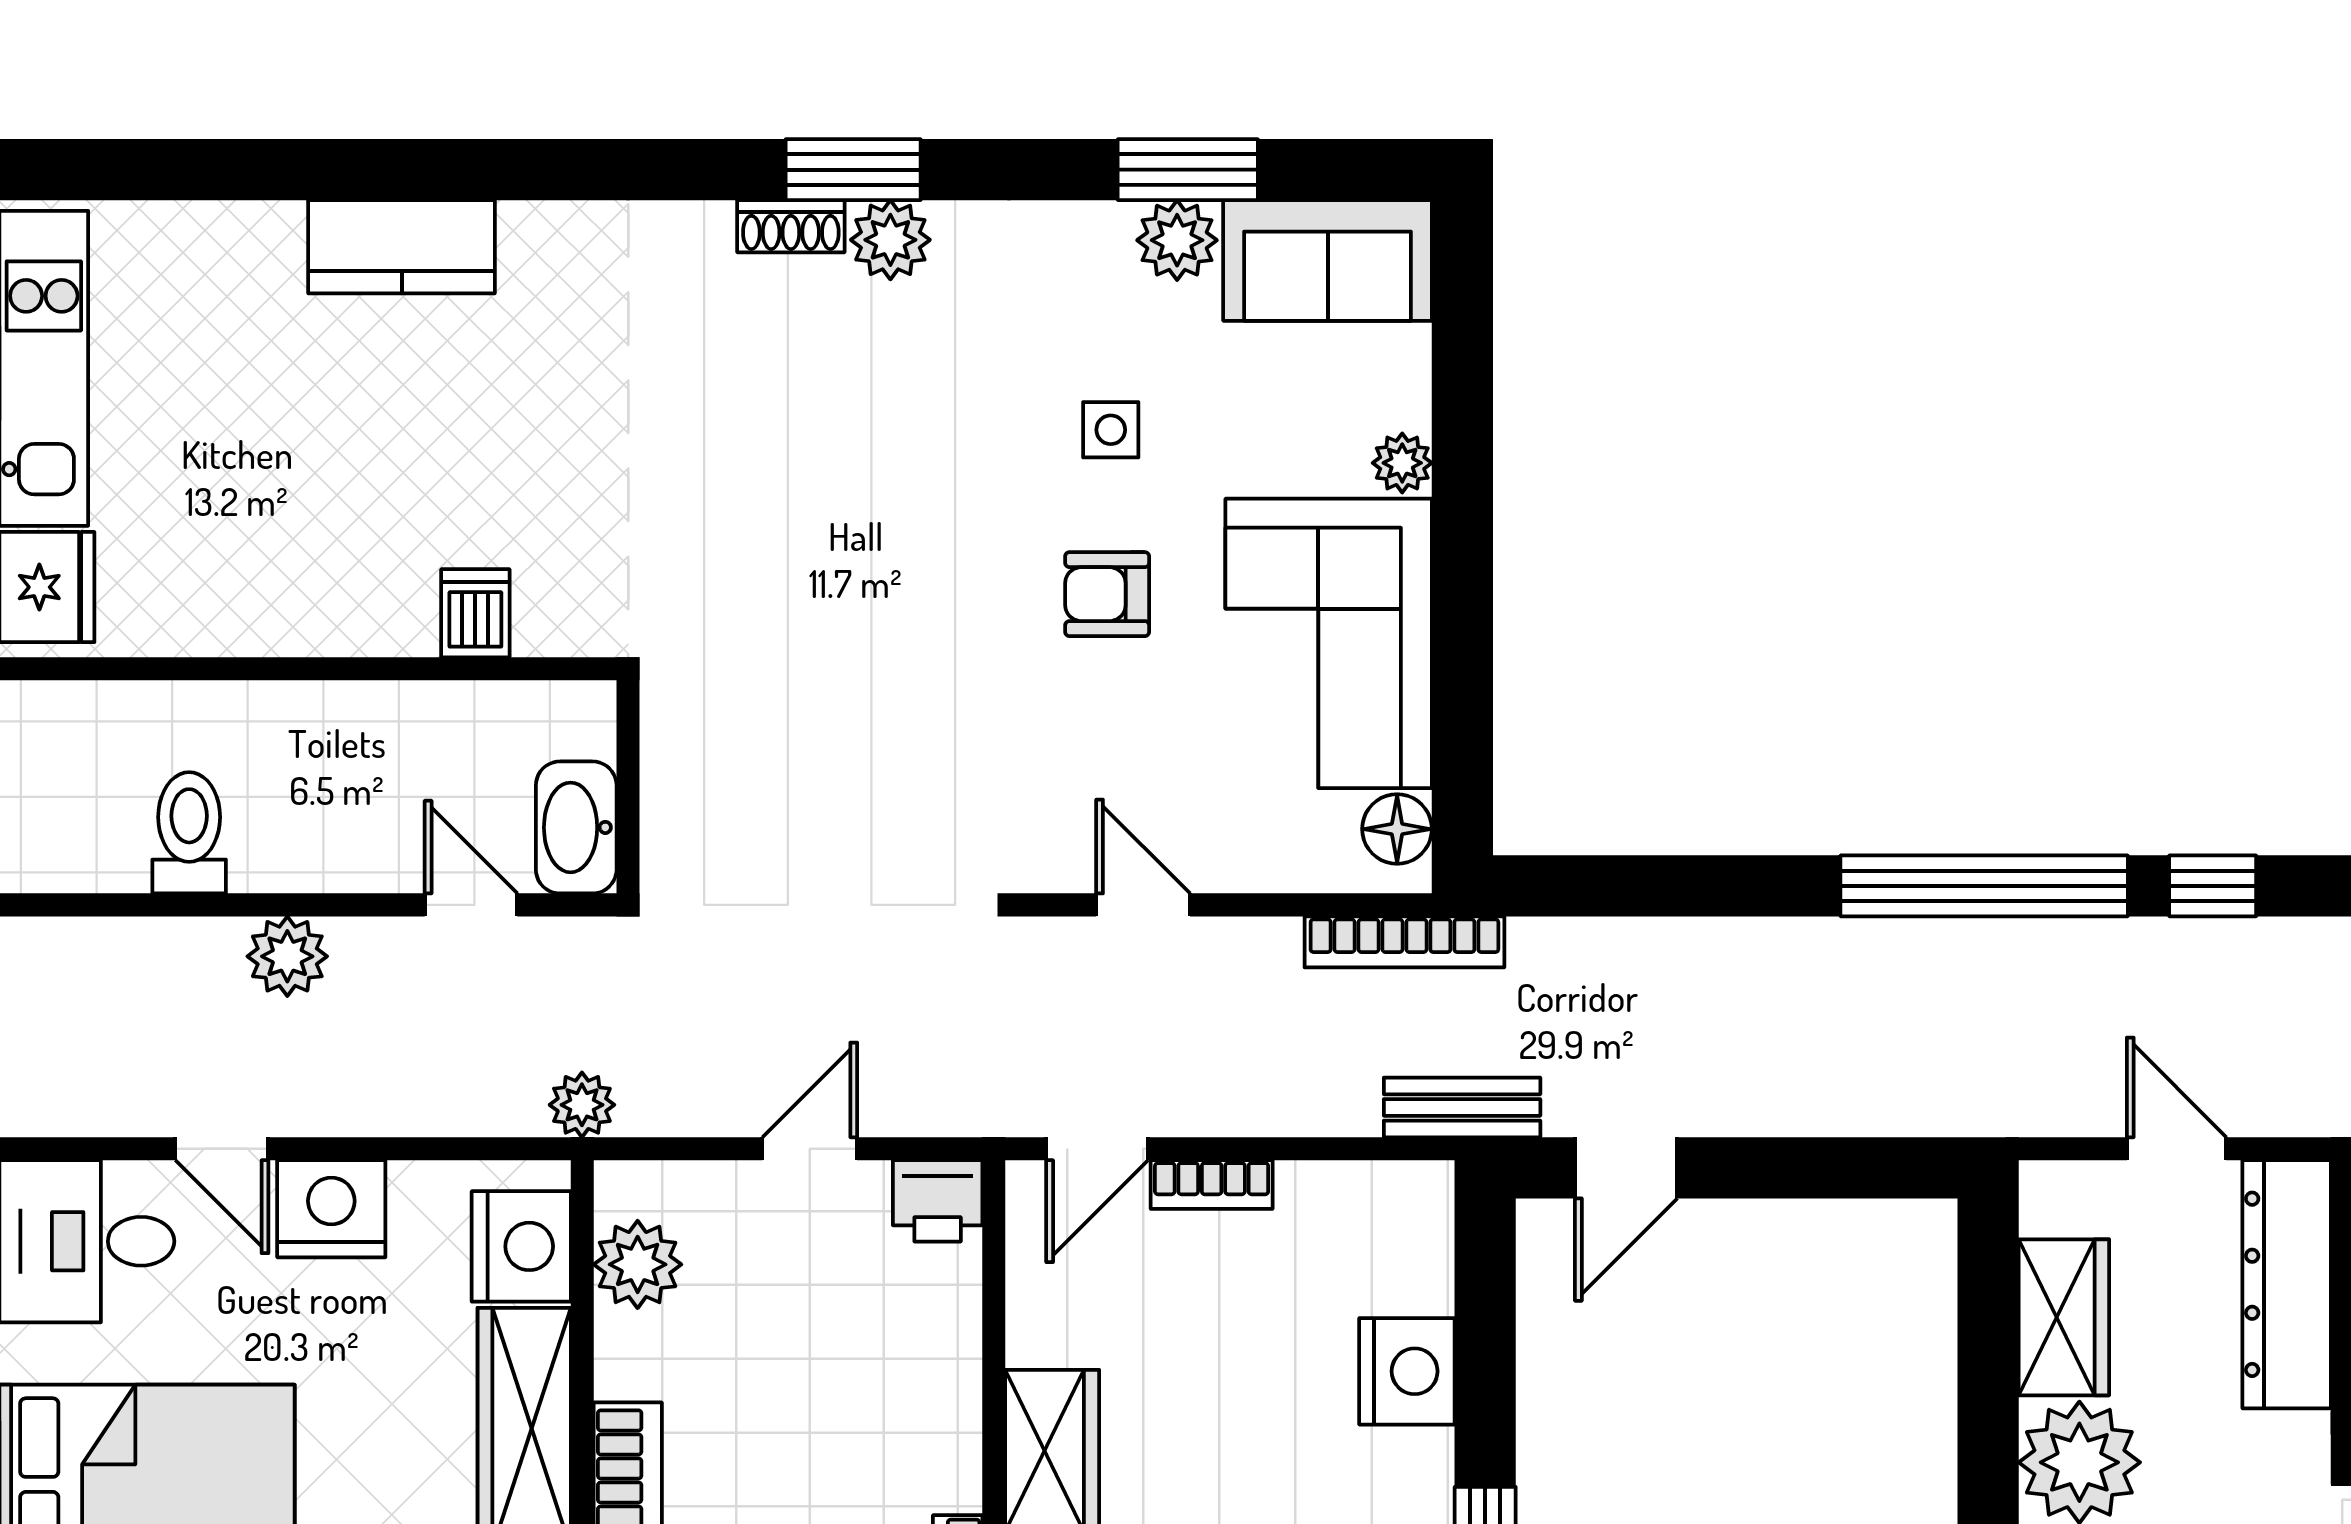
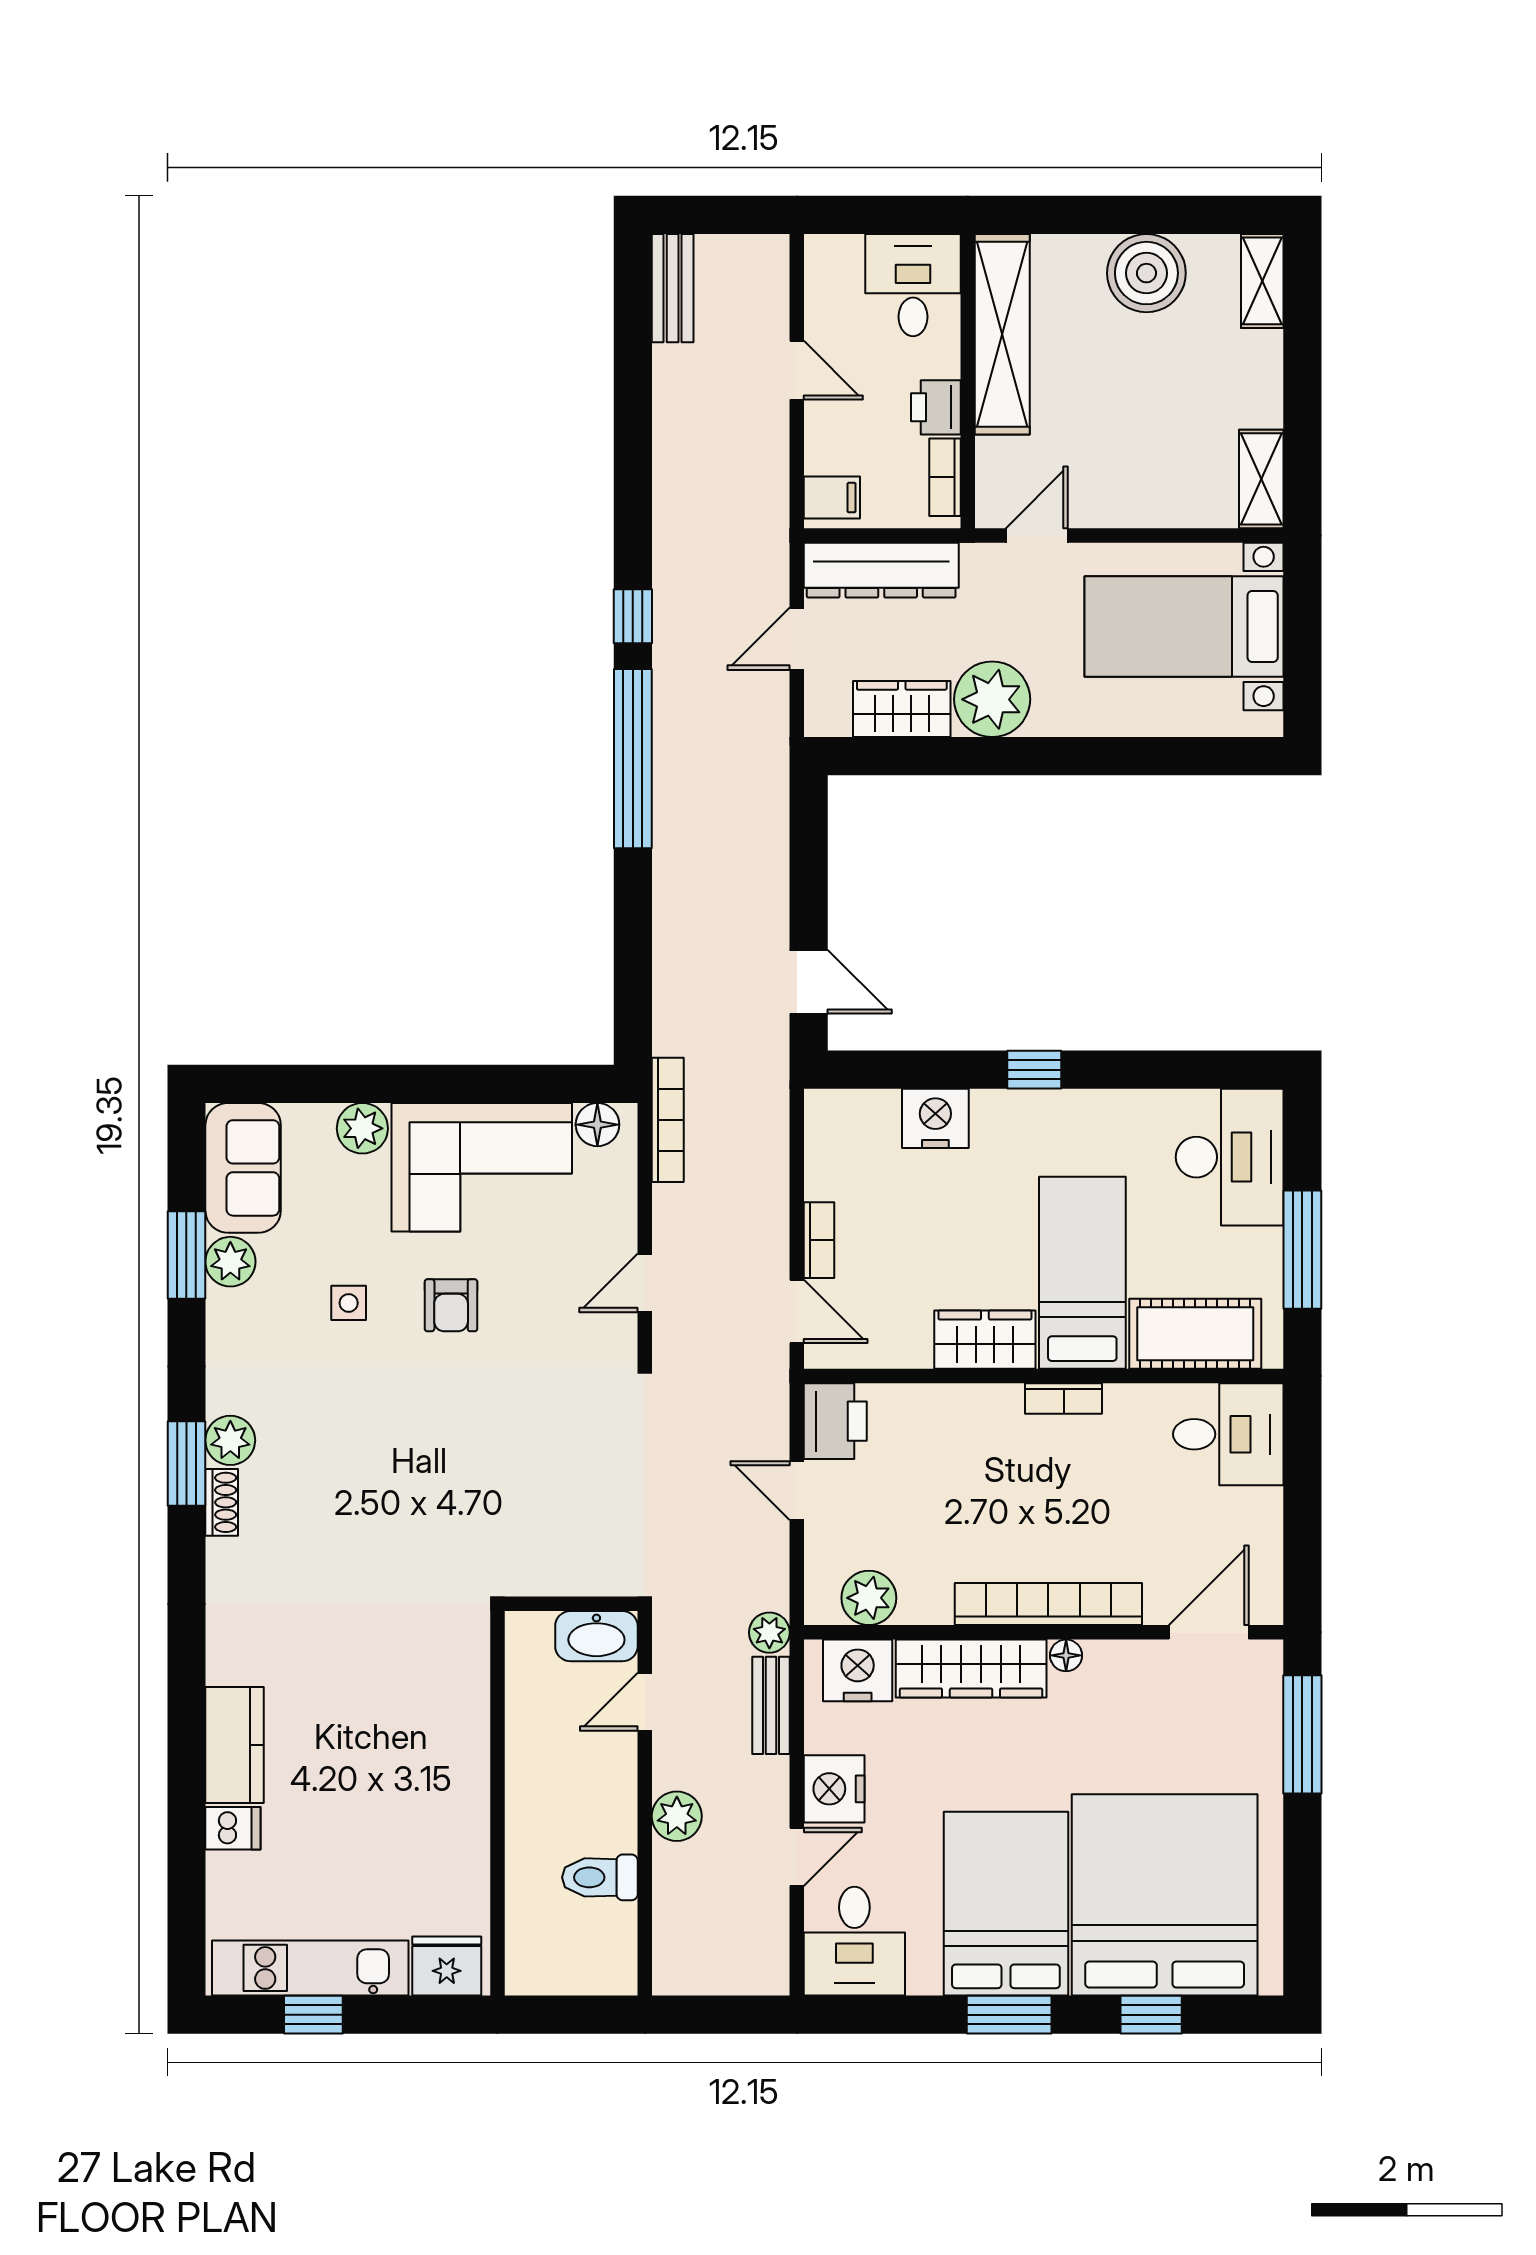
plant: (1402, 463) -> (362, 1128), width x1.38, depth x1.38
dishwasher: (475, 613) -> (233, 1828), moved, turned 180
bench: (1462, 1107) -> (771, 1705), moved
printer: (938, 1201) -> (835, 1421), width x1.36, depth x1.24

